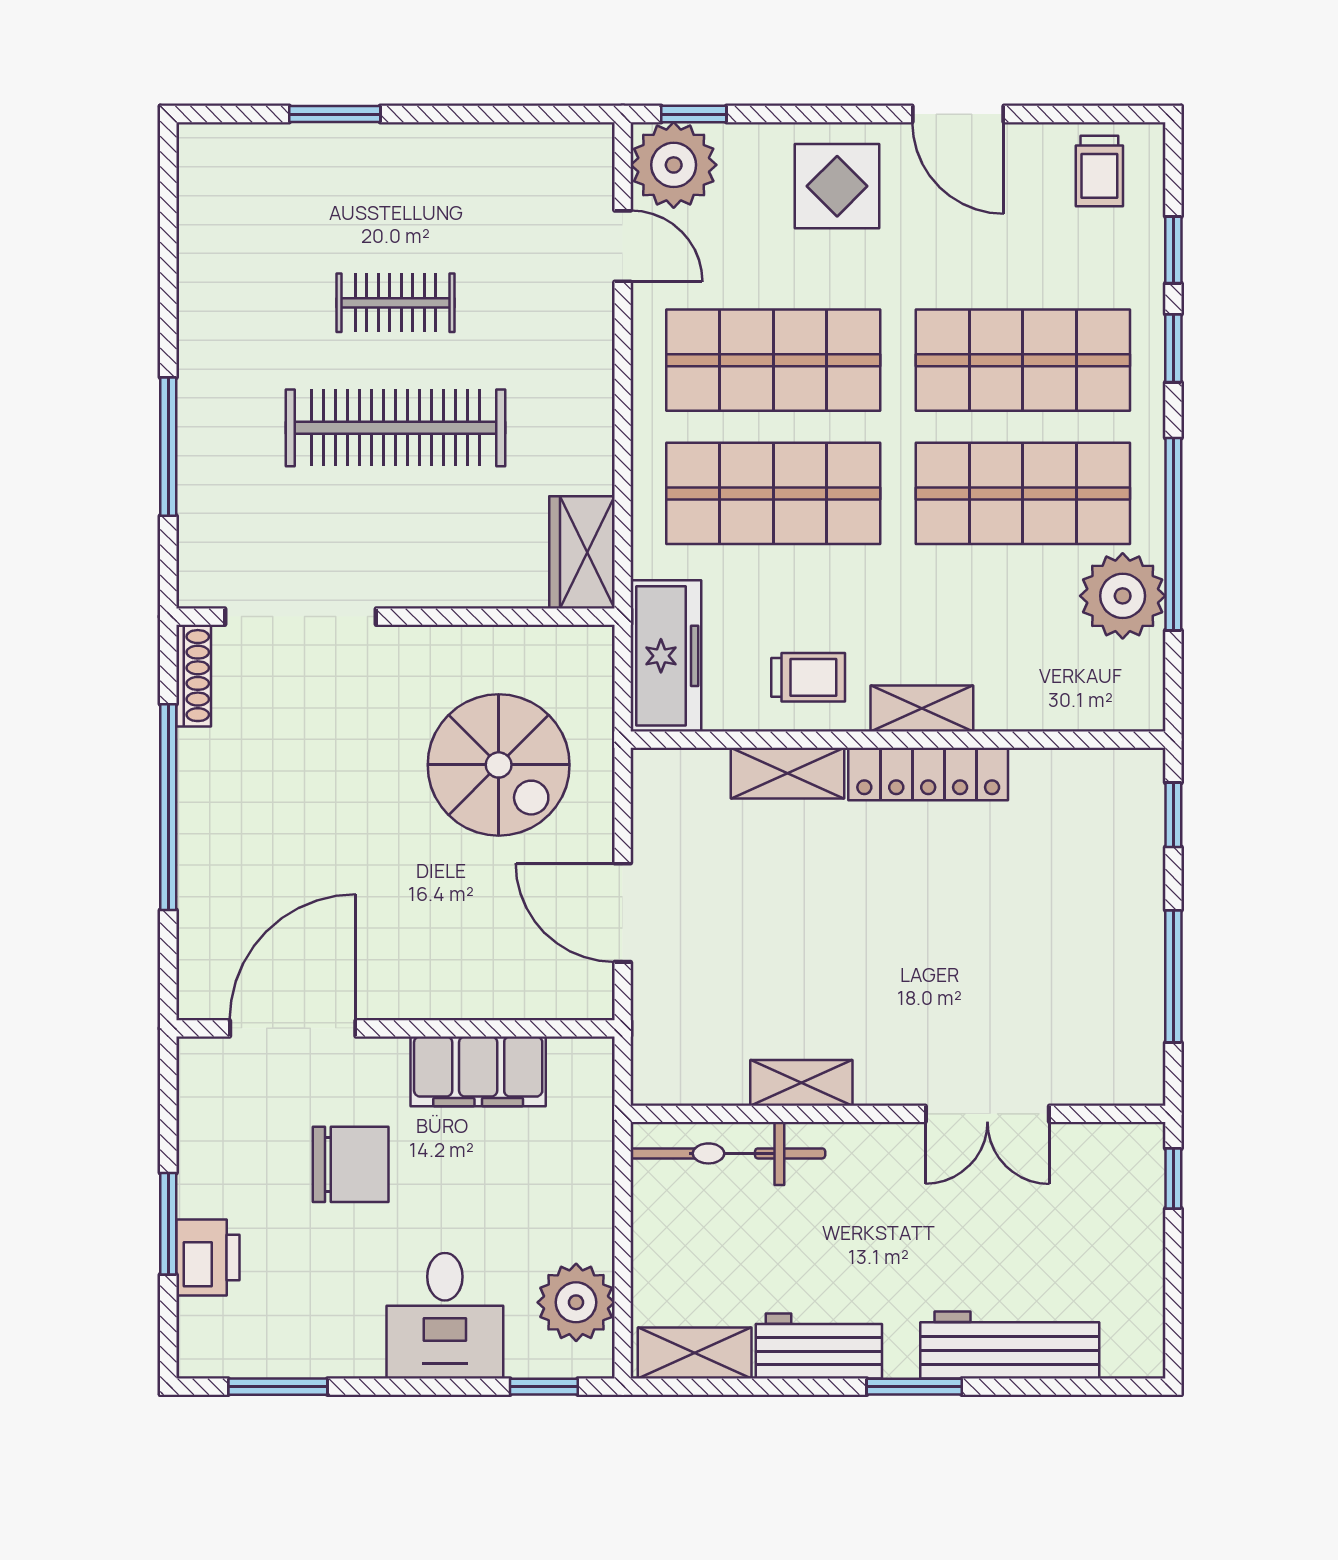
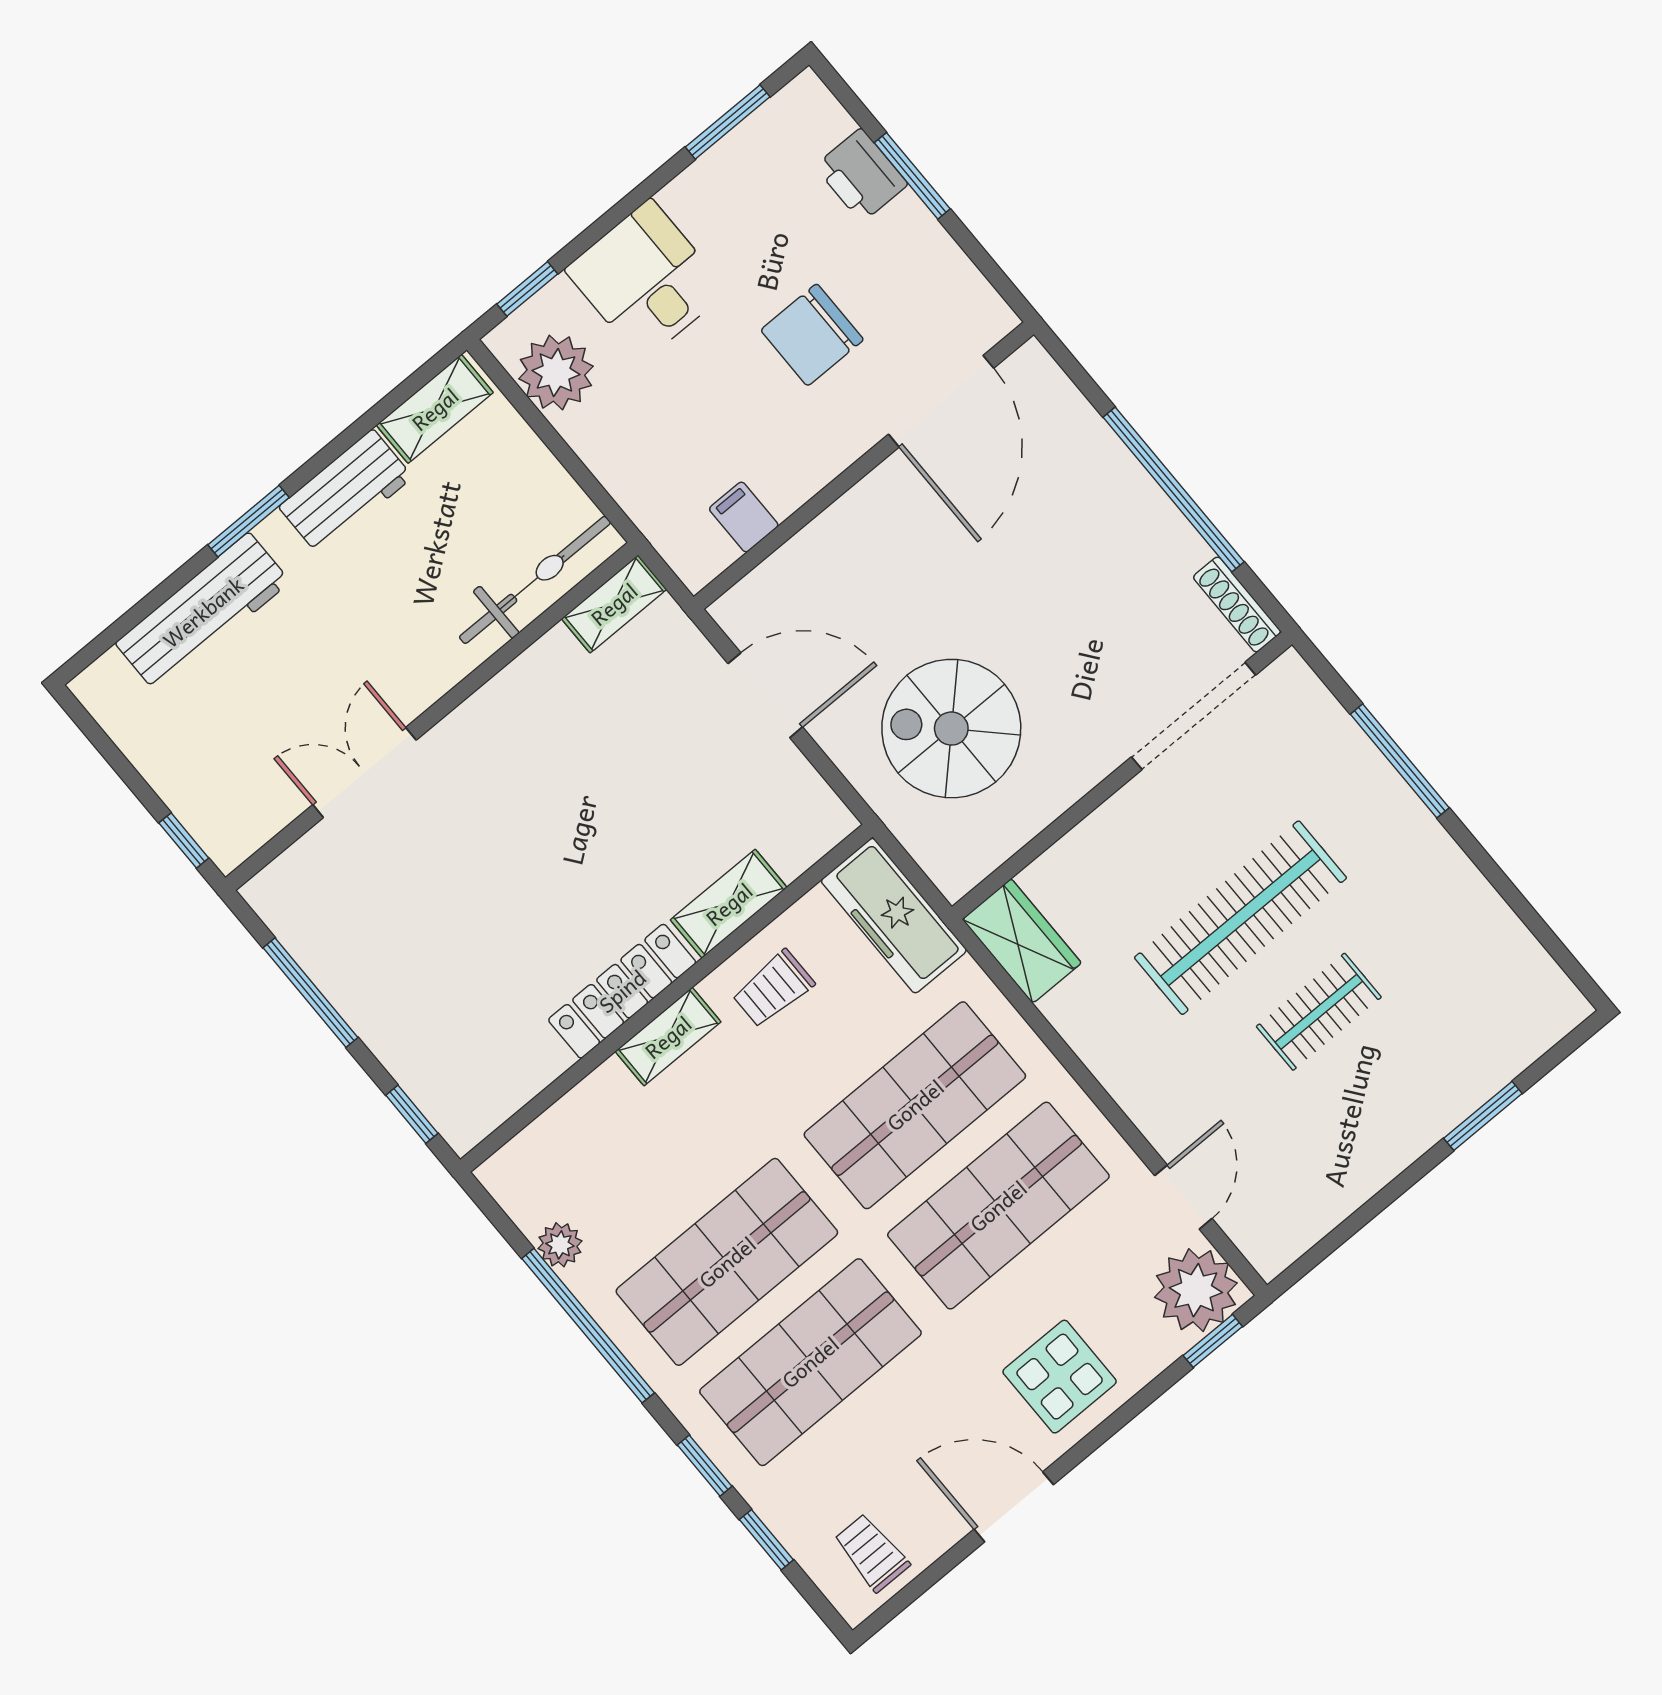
door: (623, 246) -> (1183, 1197), swing flipped
plant: (1123, 596) -> (560, 1245), width x0.53, depth x0.53
filing cabinet: (478, 1071) -> (744, 517), width x0.33, depth x0.86
shelving: (801, 1083) -> (614, 604), moved

